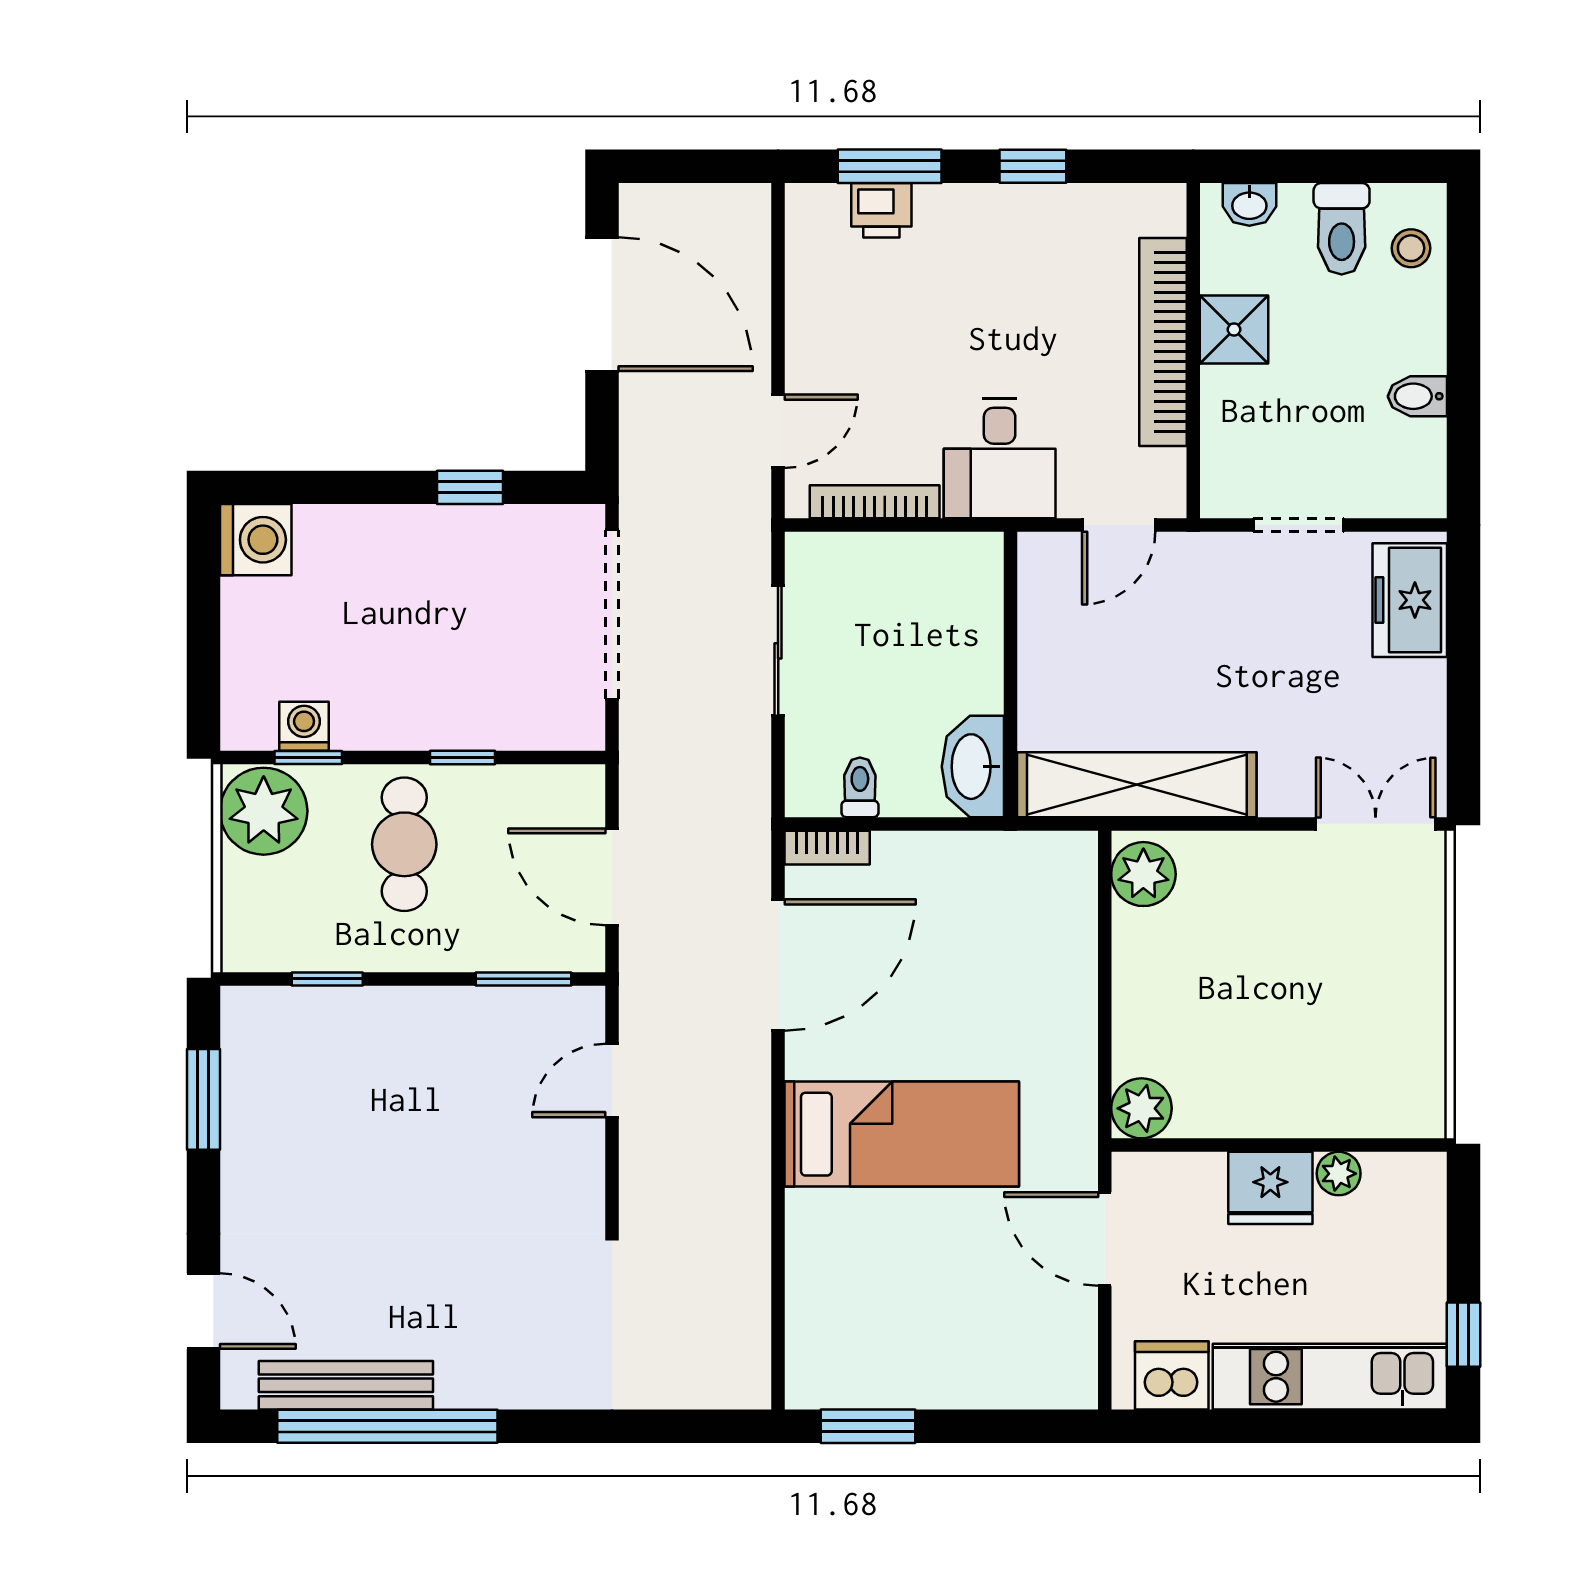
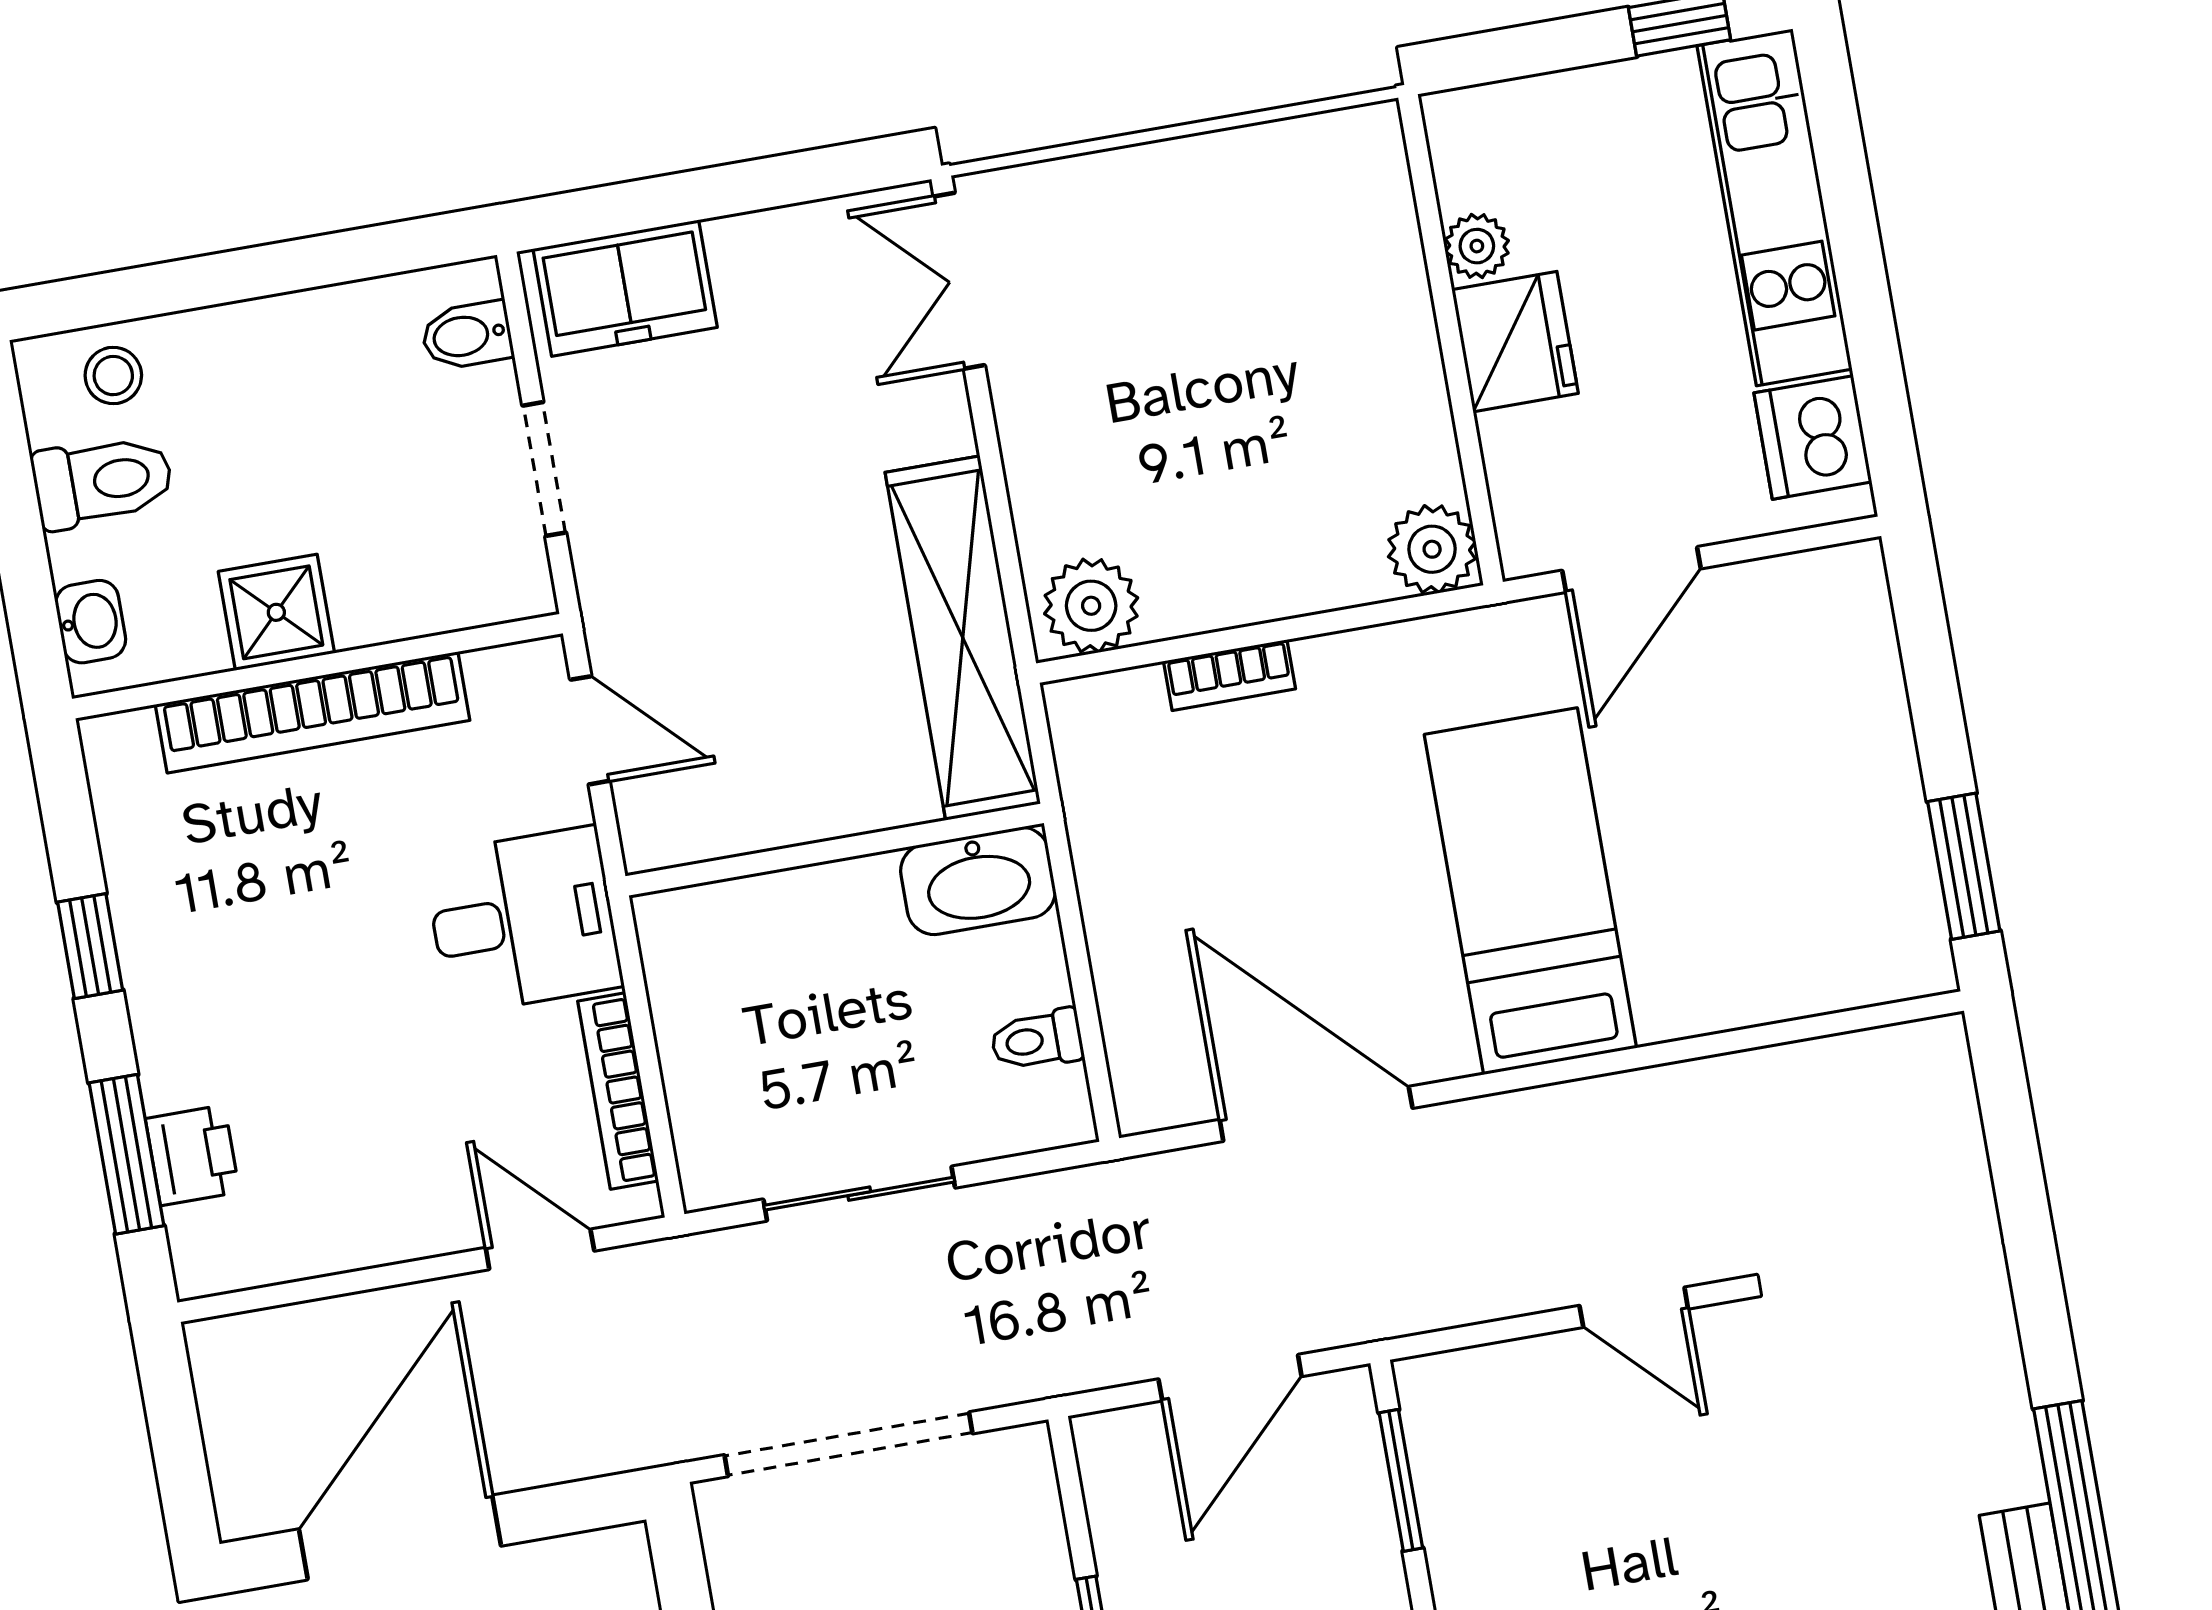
bidet: (1417, 396) -> (467, 335), moved, turned 90
bookcase: (827, 848) -> (1229, 675), moved, turned 90
door: (612, 1080) -> (1634, 1307), moved

